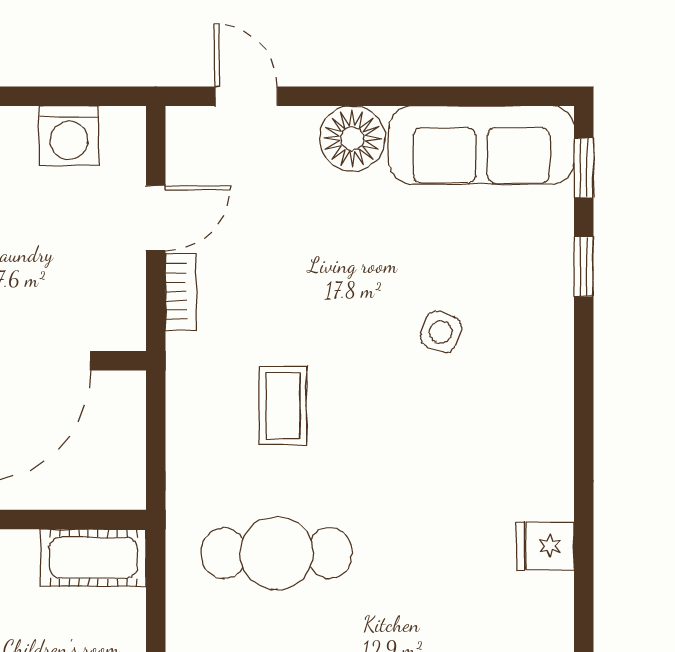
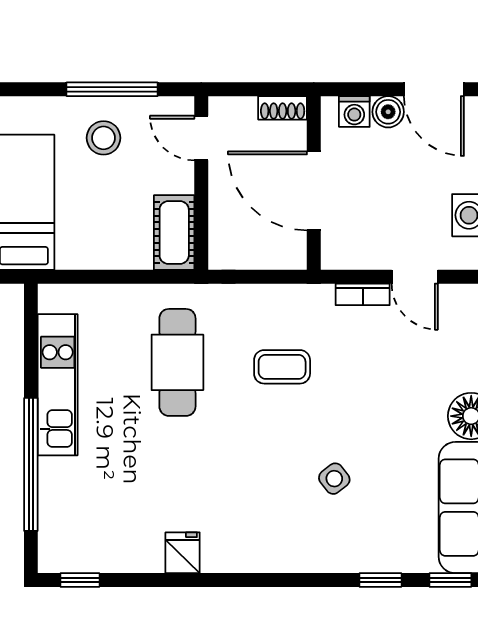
side table: (441, 332) -> (334, 479), turned 32

